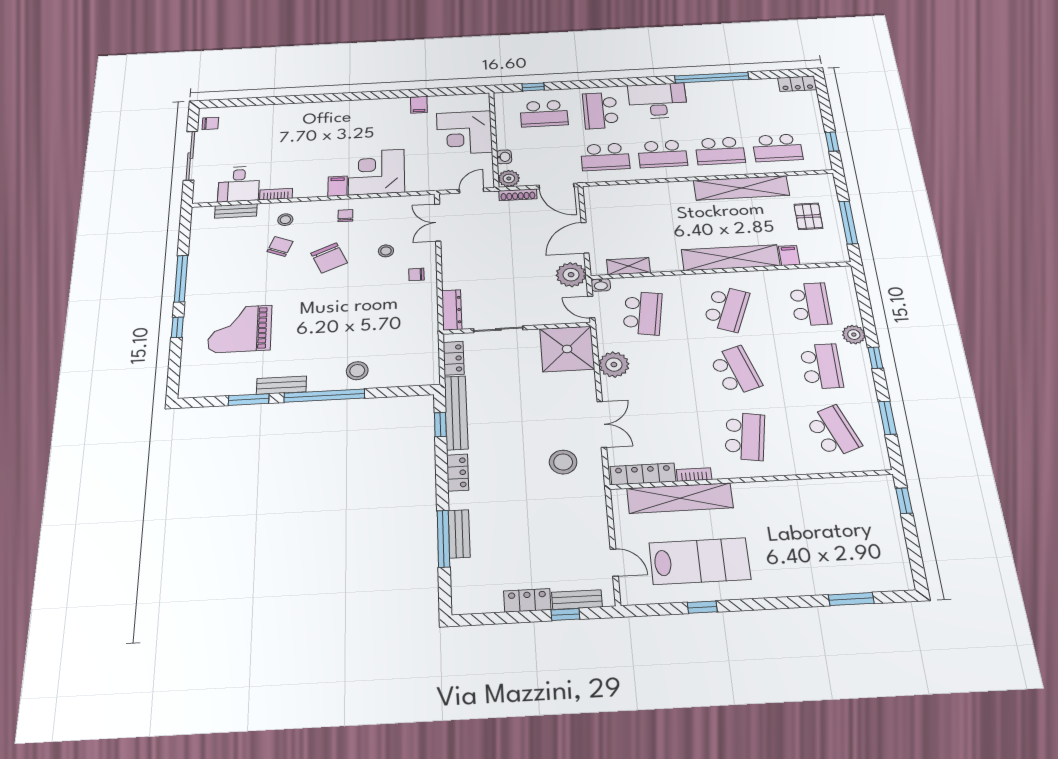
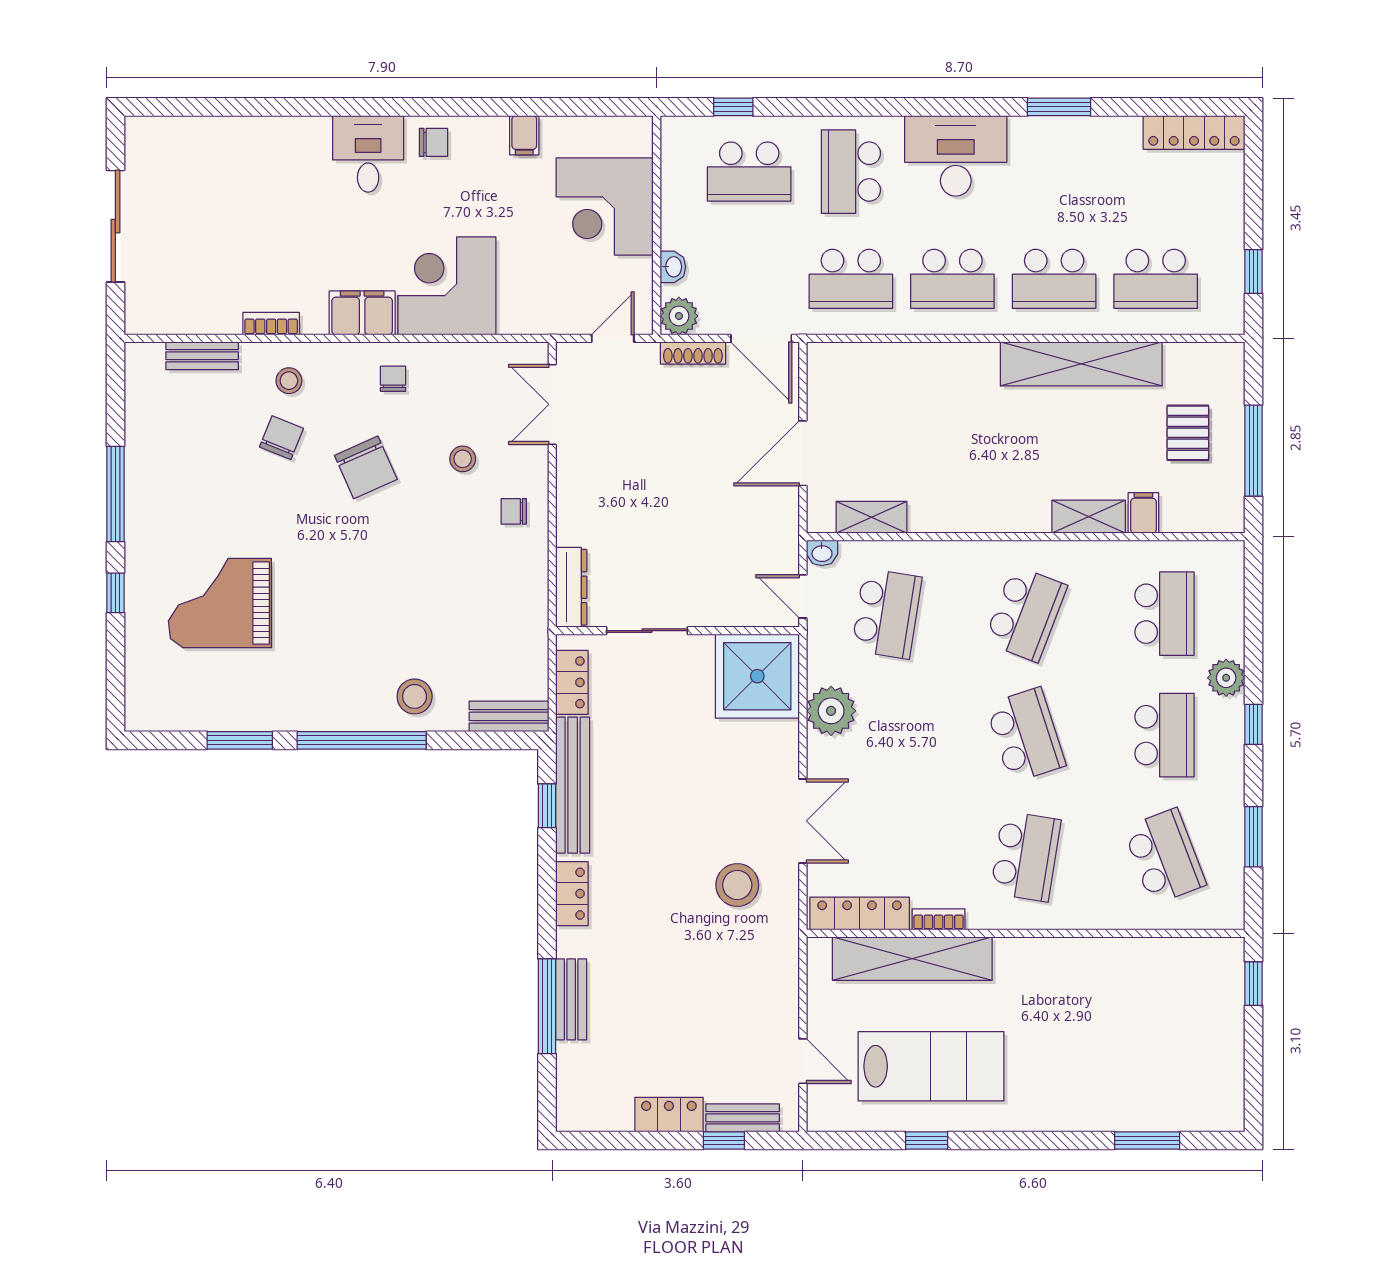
window: (712, 78) -> (1059, 107), width x0.47
locker: (797, 84) -> (1194, 132), width x1.53
chair: (210, 123) -> (434, 142), moved
desk: (239, 184) -> (368, 154), moved, turned 180
filing cabinet: (338, 186) -> (362, 313), width x2.00
shelving: (731, 258) -> (1089, 517), width x0.45, depth x0.75
plant: (571, 275) -> (774, 529), removed
bench: (281, 385) -> (509, 716), moved

